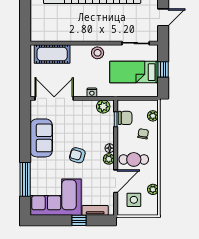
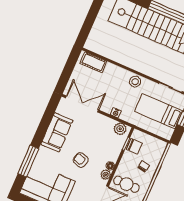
cot: (52, 54) -> (93, 62), width x0.73, depth x0.75
plant: (153, 116) -> (158, 155), removed

